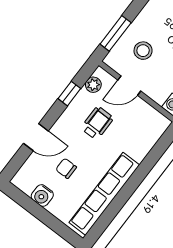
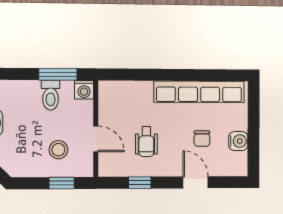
window: (116, 33) -> (62, 183), width x0.67
plant: (93, 85) -> (118, 169), removed
wheelchair: (97, 123) -> (146, 142), turned -90

